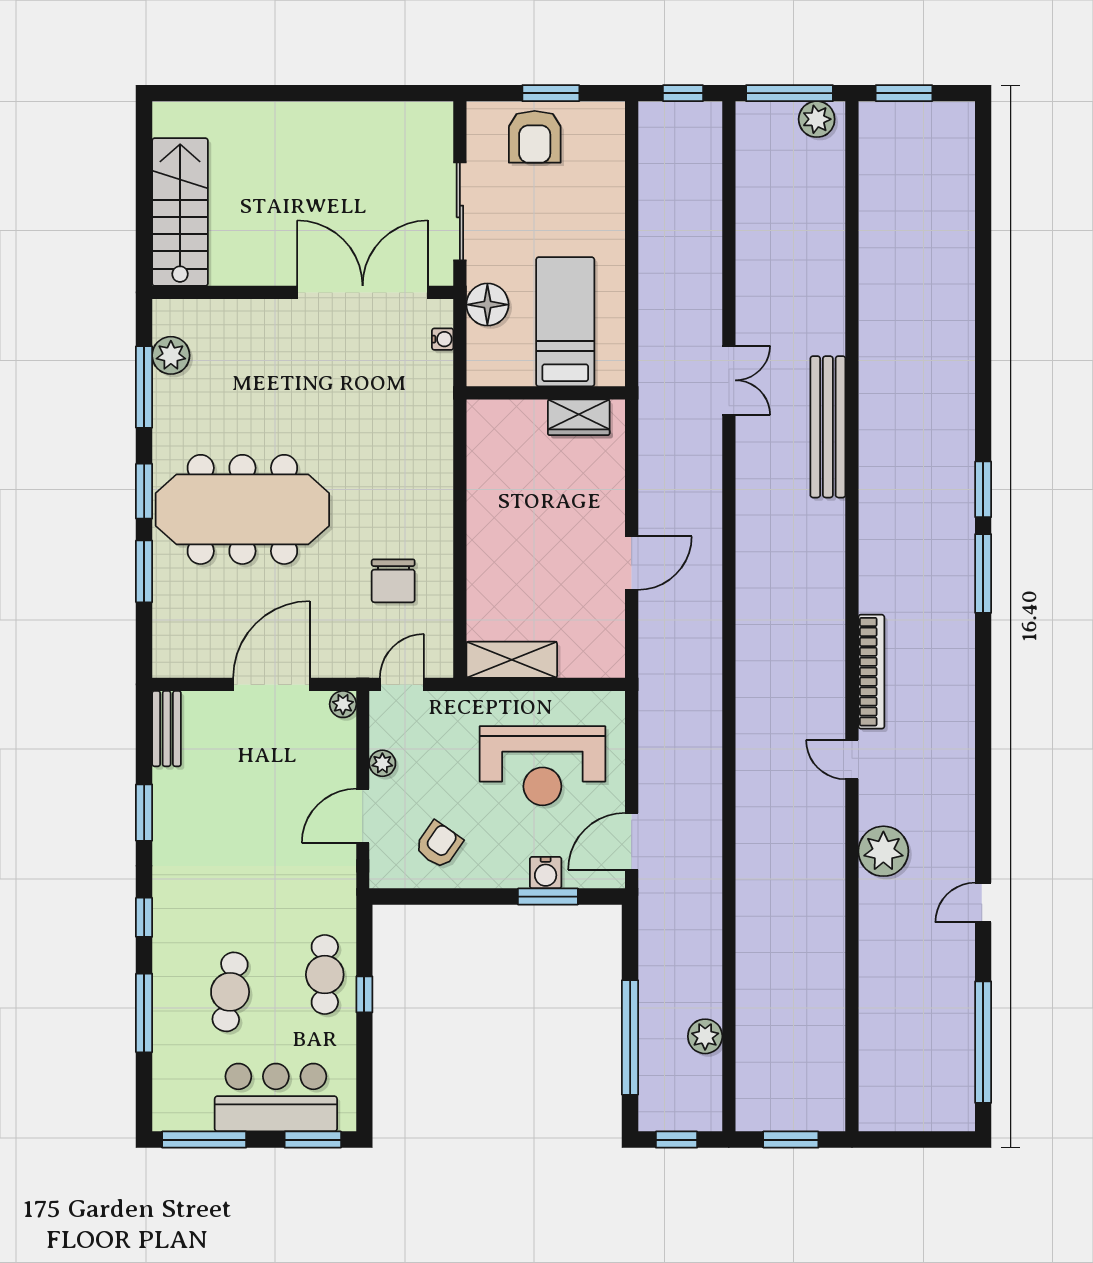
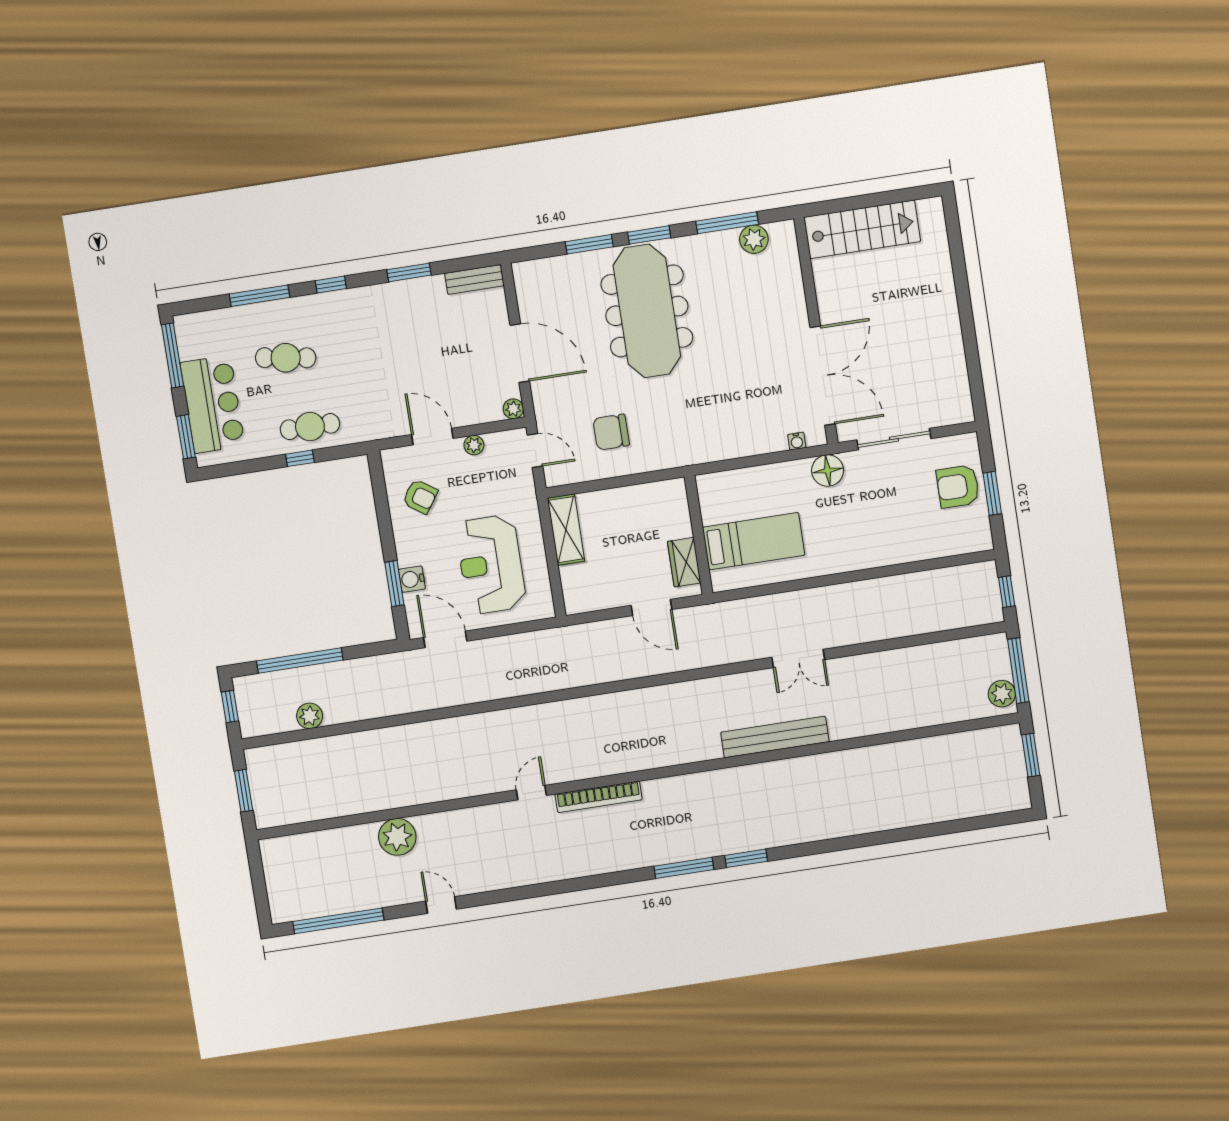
bed: (565, 322) -> (754, 541), moved
wall: (546, 393) -> (699, 535), moved
wardrobe: (579, 417) -> (684, 562), moved
plant: (883, 851) -> (397, 837), moved

